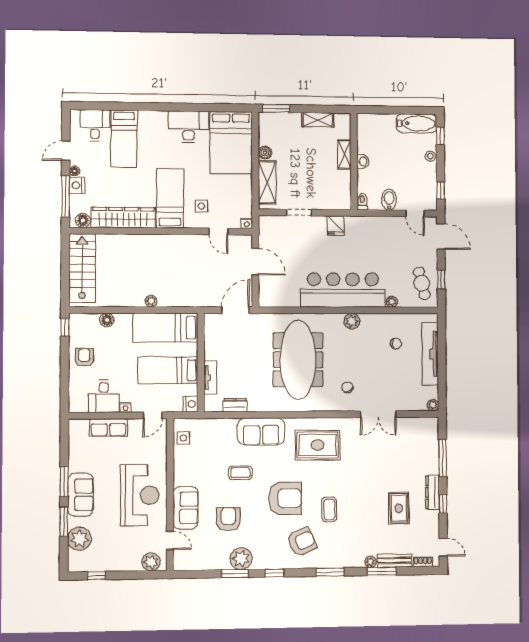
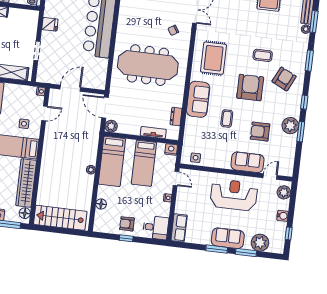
plant: (352, 321) -> (111, 126), moved
window: (65, 327) -> (126, 238), moved
desk: (104, 396) -> (156, 228), moved
row of seats: (108, 428) -> (179, 228), moved
armchair: (302, 542) -> (284, 79), turned 50
water cooler: (119, 564) -> (283, 216), added

